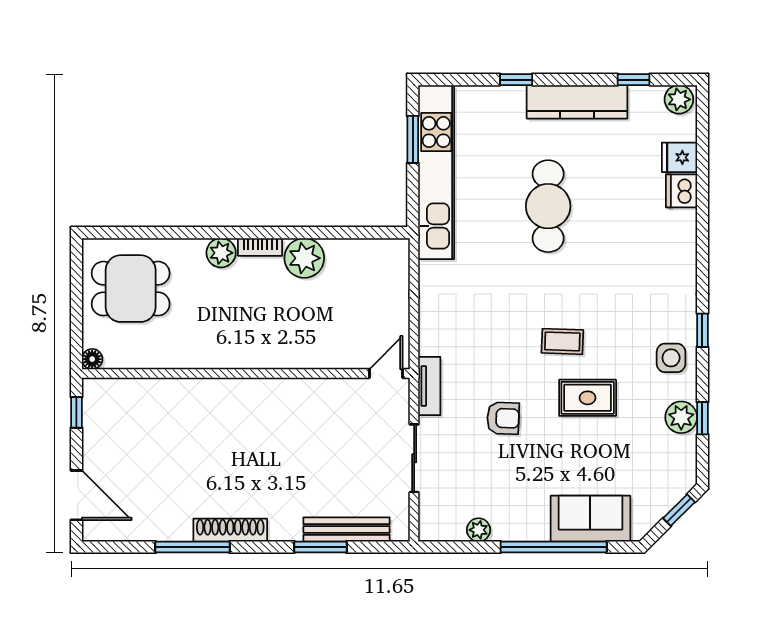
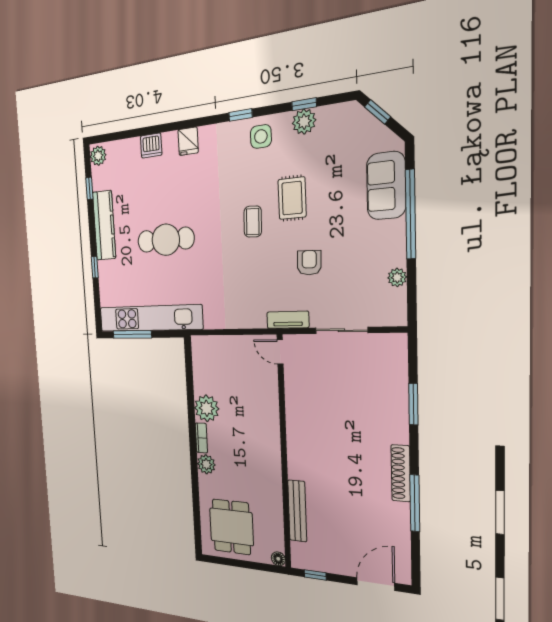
window: (413, 139) -> (132, 334), width x1.44
fridge: (679, 157) -> (188, 141), moved
bench: (346, 529) -> (297, 511), moved

